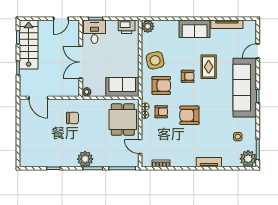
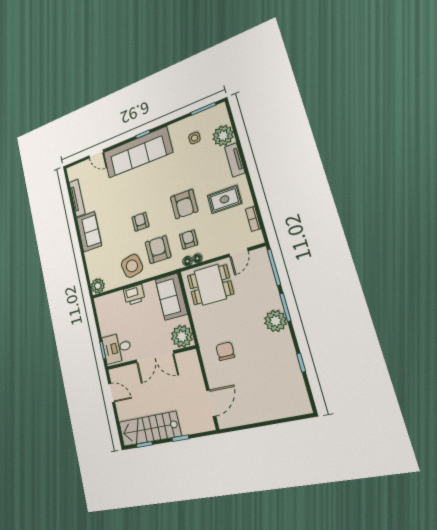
printer: (127, 27) -> (134, 295), moved, turned 90
rug: (209, 67) -> (224, 199), moved
plant: (87, 92) -> (182, 336), width x1.88, depth x1.88
plant: (248, 159) -> (223, 136), moved

